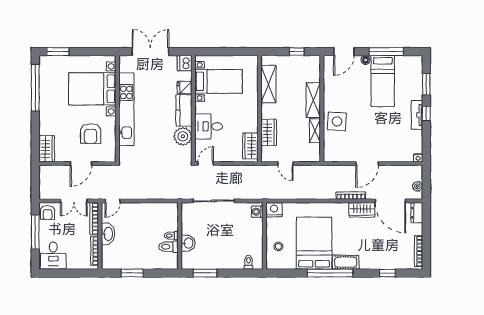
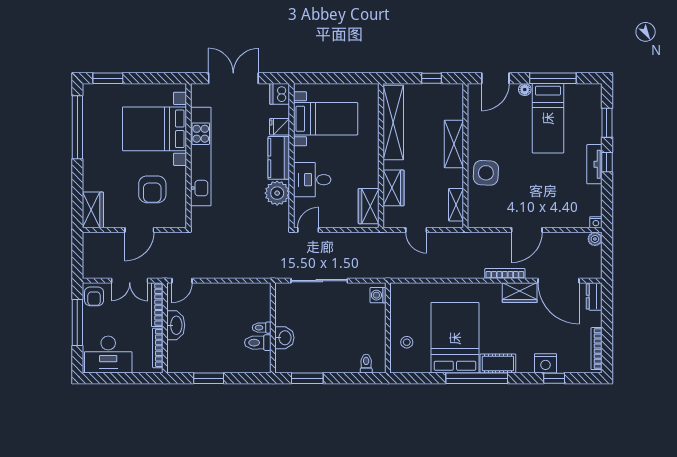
shelving: (268, 84) -> (393, 123), width x1.47
shelving: (315, 131) -> (456, 205), moved
plant: (417, 186) -> (595, 239), moved
nightstand: (274, 210) -> (545, 363), moved, turned 180
desk: (53, 256) -> (108, 355), width x1.37

